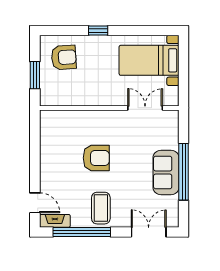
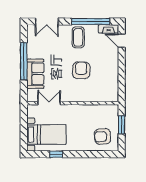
window: (98, 30) -> (56, 154), moved
double door: (145, 108) -> (49, 103), swing flipped
armchair: (96, 158) -> (81, 70), turned 91
sofa: (166, 173) -> (35, 74), moved

